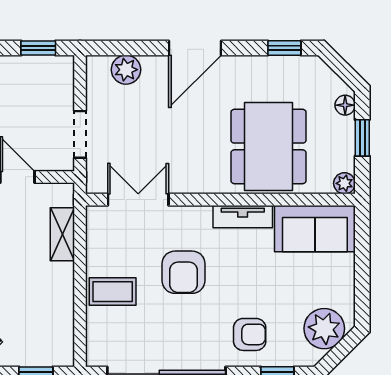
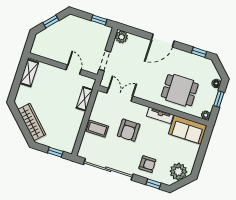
plant: (126, 70) -> (121, 37), moved
dining table: (268, 146) -> (180, 90), width x0.73

